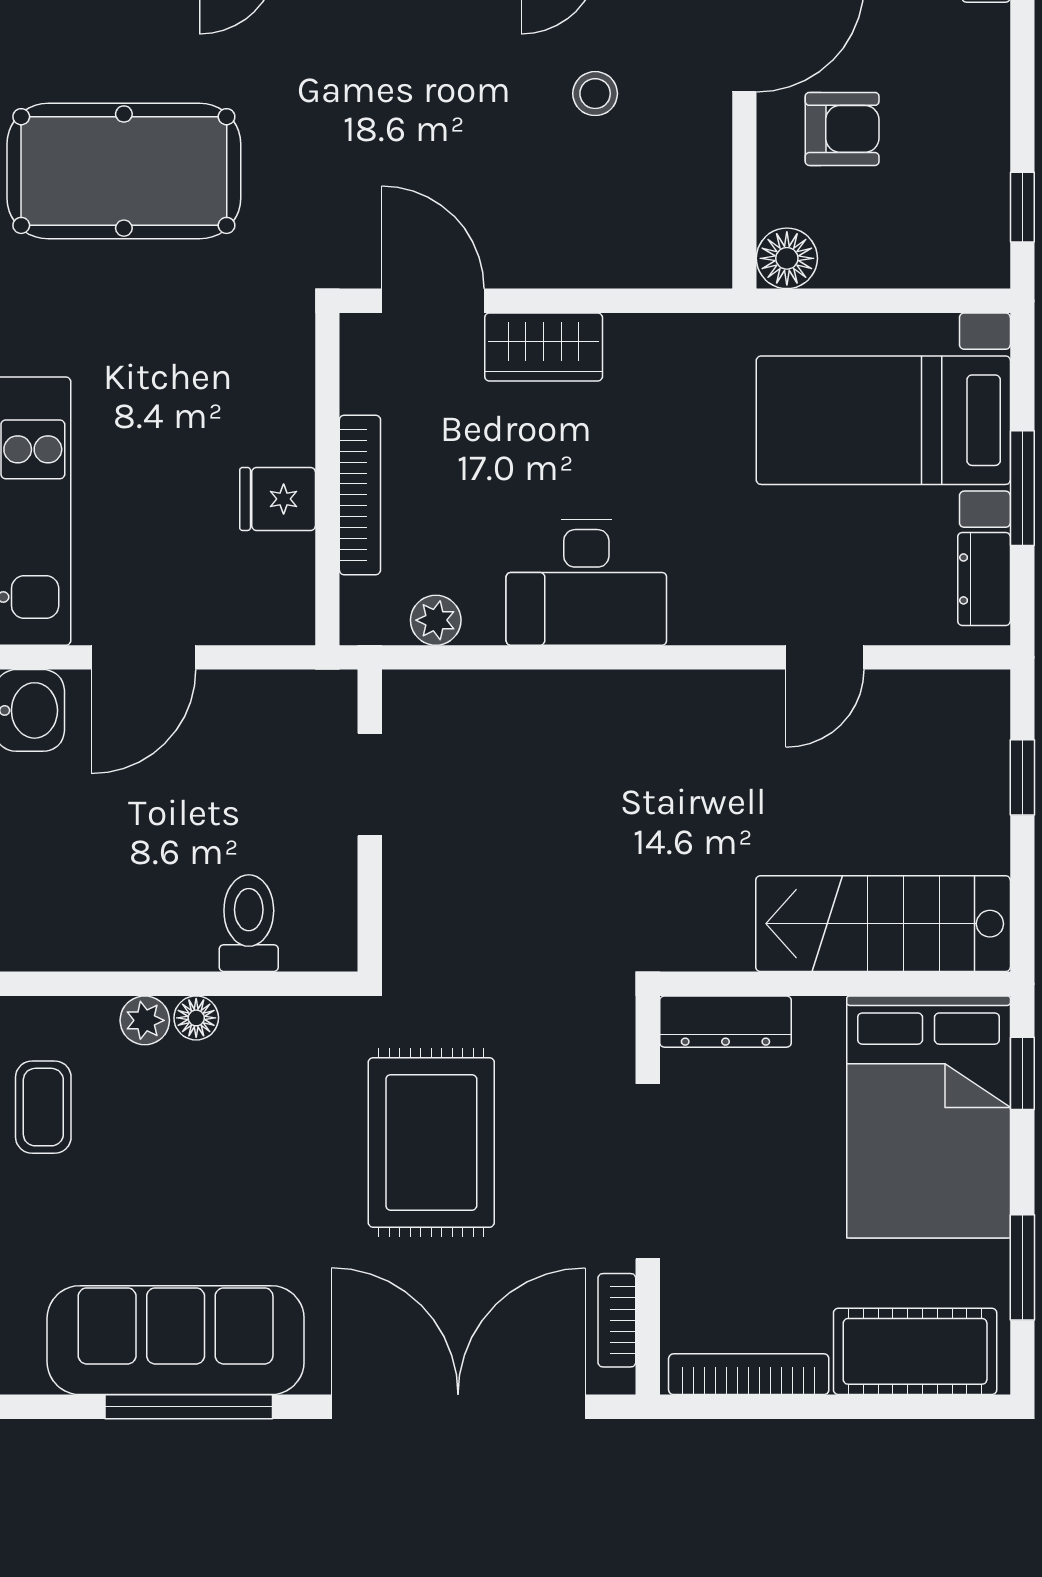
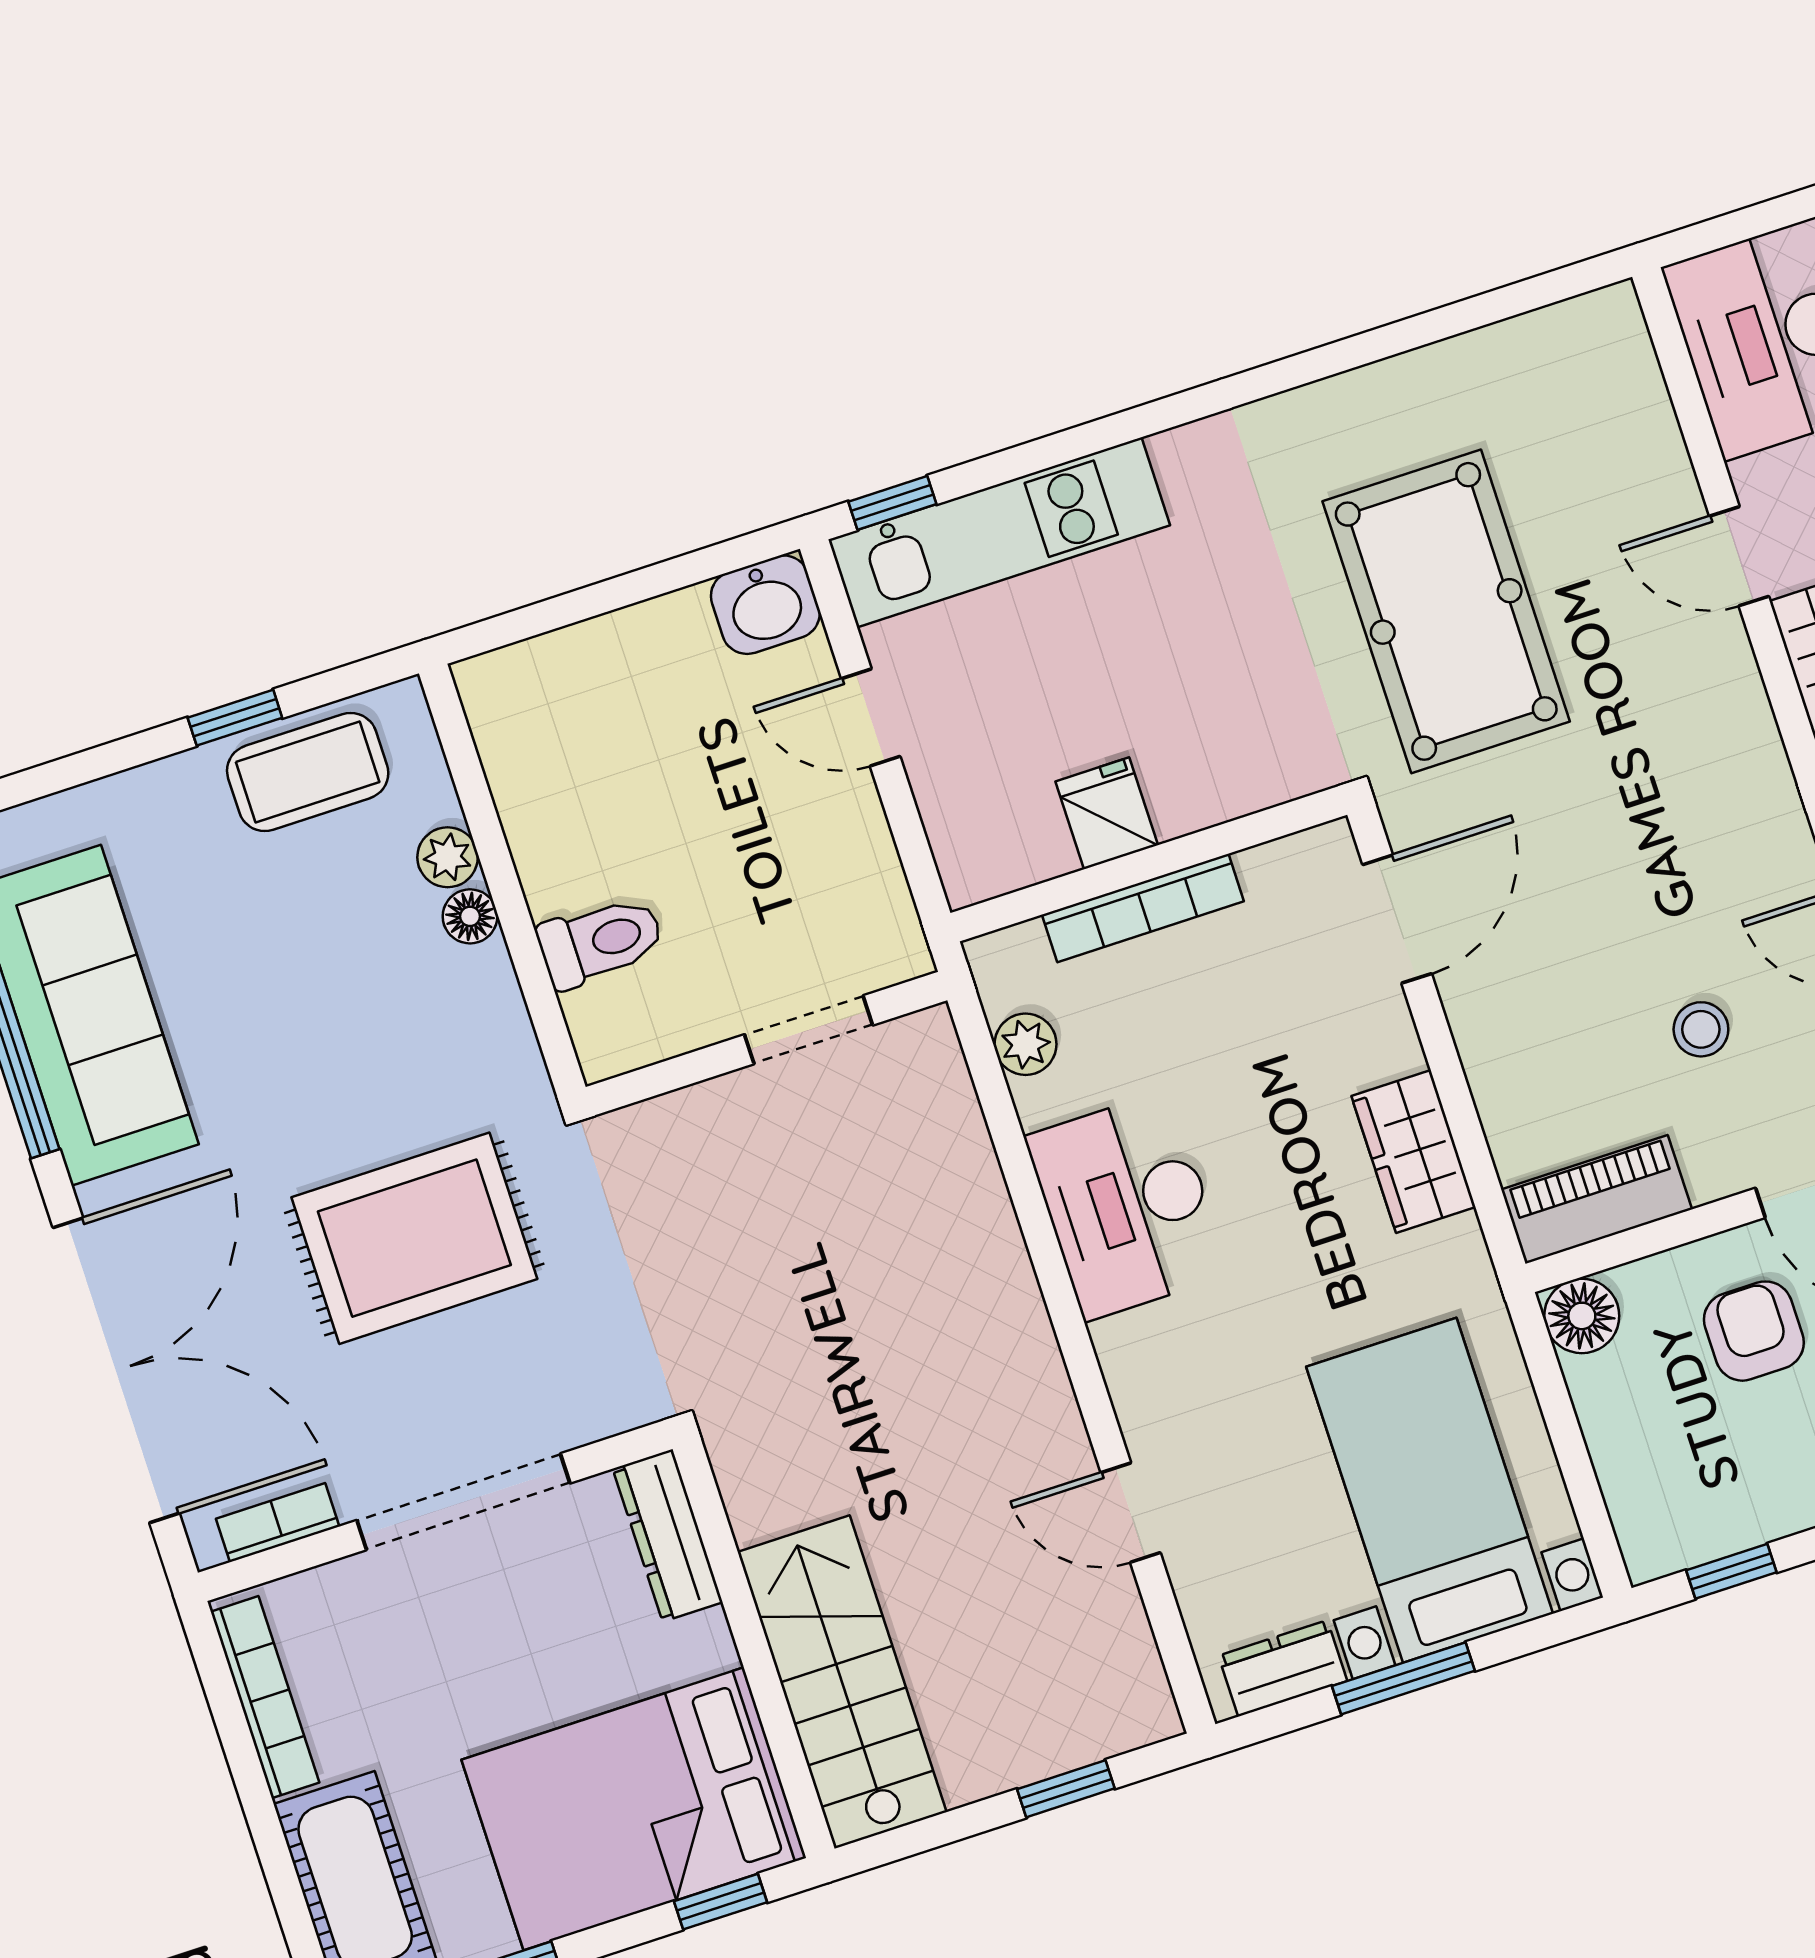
armchair: (842, 129) -> (1754, 1331), turned 180
pool table: (124, 171) -> (1446, 611), moved
piano: (700, 217) -> (1597, 1199), added
wardrobe: (544, 347) -> (1413, 1151), moved
door: (144, 657) -> (871, 717), width x0.73
coffee table: (43, 1107) -> (308, 772), width x1.36, depth x1.30

